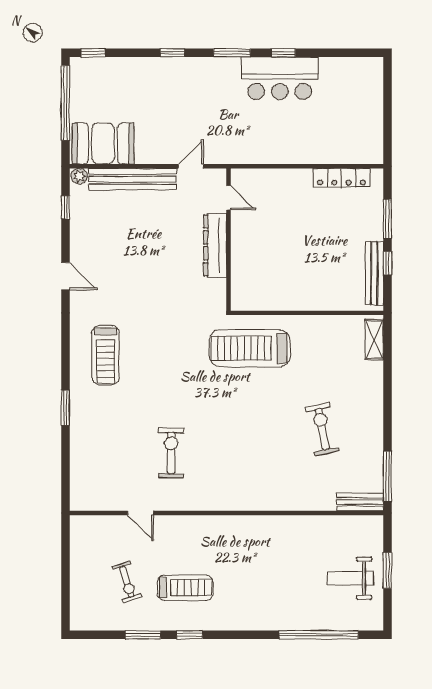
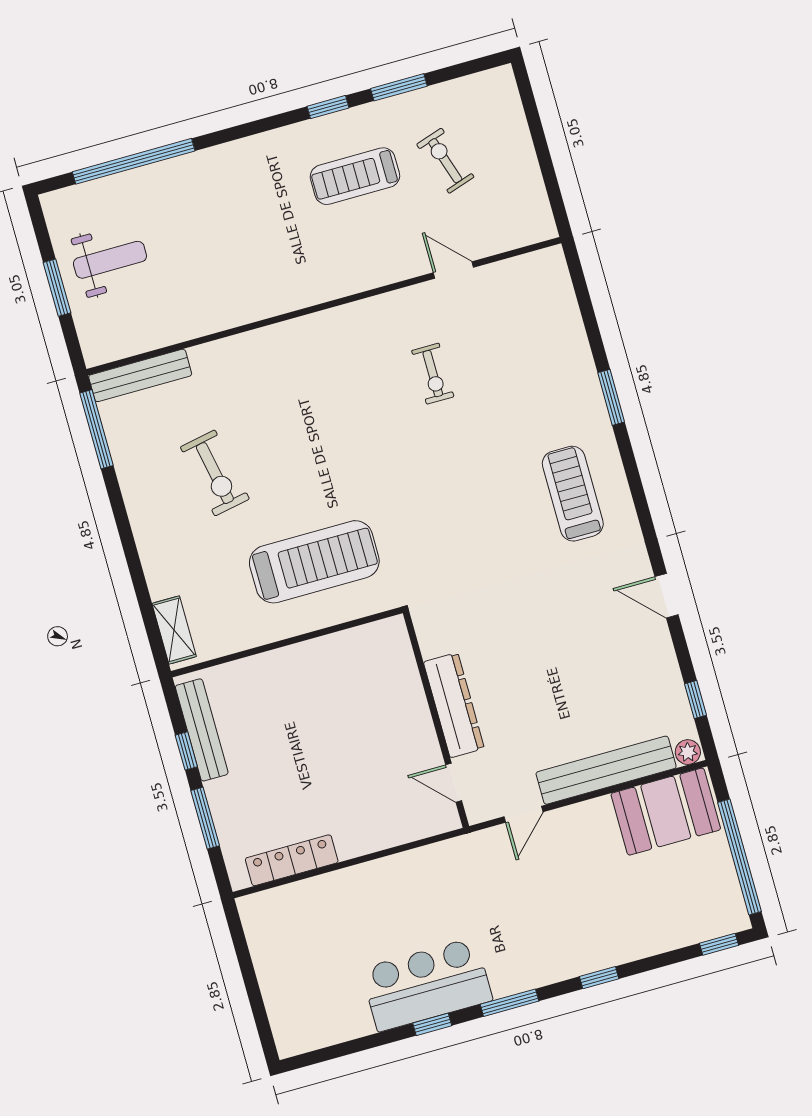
treadmill: (250, 348) -> (314, 562), moved
exercise bike: (171, 453) -> (433, 374), width x0.73, depth x0.72
bench: (360, 502) -> (140, 375), width x1.36

